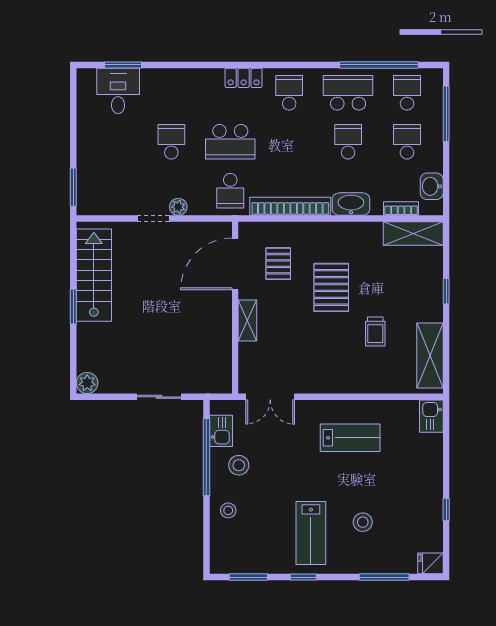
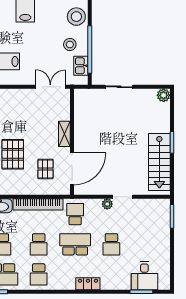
locker: (244, 78) -> (88, 284), moved
school desk: (289, 142) -> (39, 244), added
stool: (228, 510) -> (76, 17), width x1.89, depth x1.89

